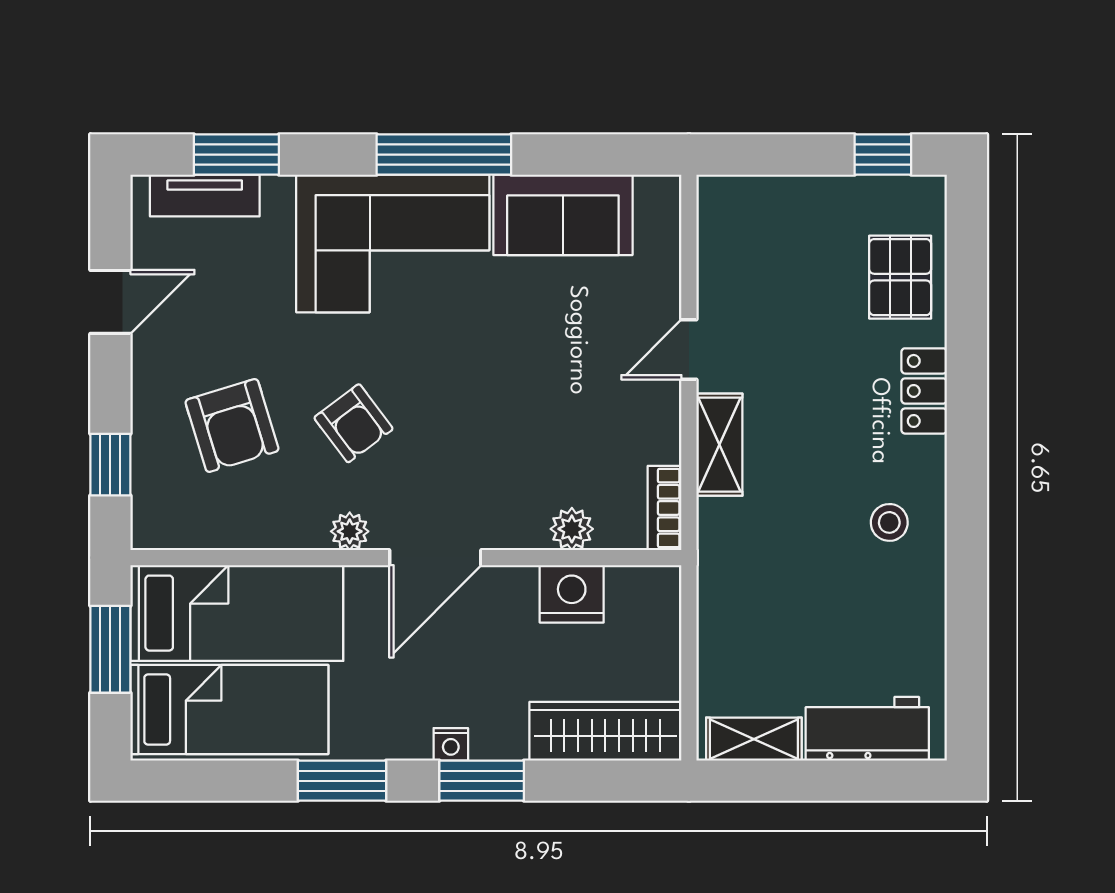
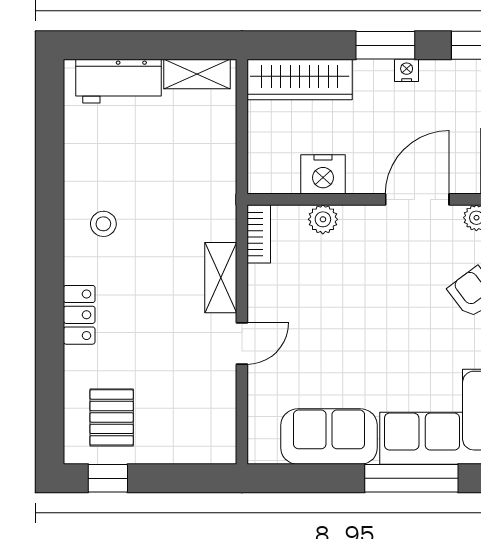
pallet: (900, 277) -> (112, 417), moved

